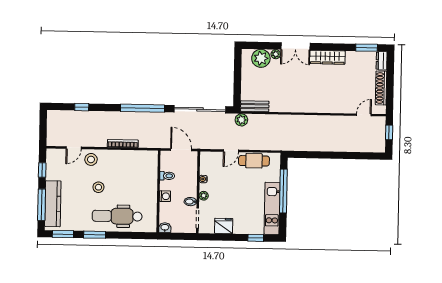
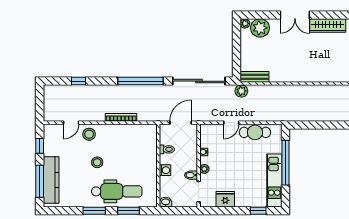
plant: (276, 54) -> (245, 23), moved
door: (181, 150) -> (181, 123), hinge flipped
dental chair: (117, 216) -> (117, 191), turned 180
window: (63, 234) -> (128, 211), moved

